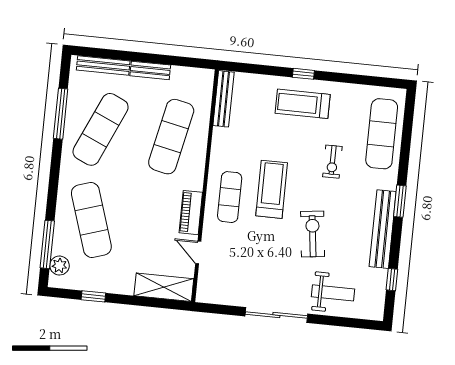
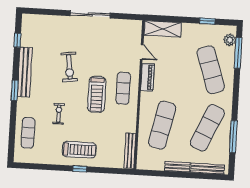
exercise mat: (382, 134) -> (28, 133), width x0.73, depth x0.69
weight bench: (333, 293) -> (55, 30), removed

